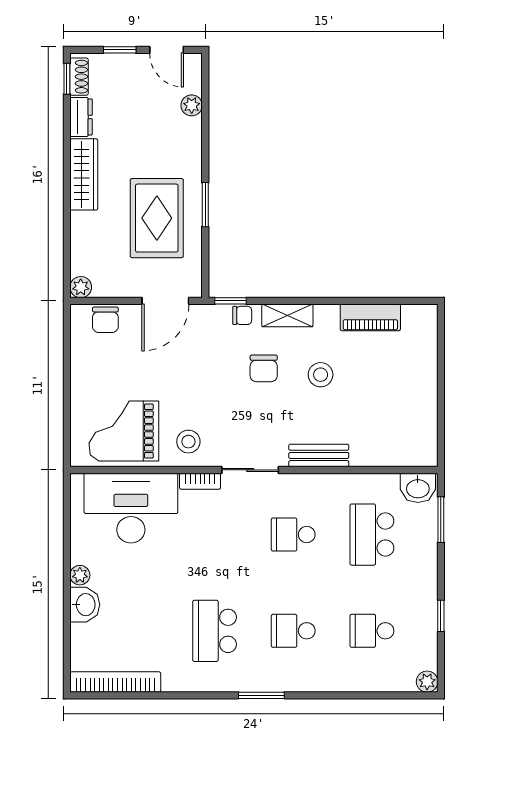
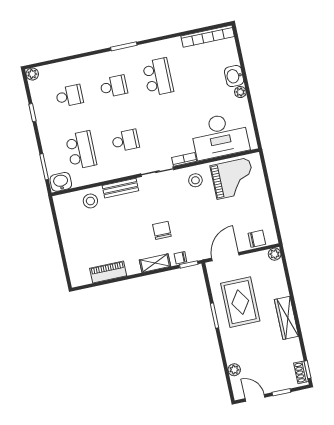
dresser: (81, 117) -> (295, 350), removed
chair: (105, 320) -> (257, 239), turned 90
stool: (321, 375) -> (90, 201), moved

